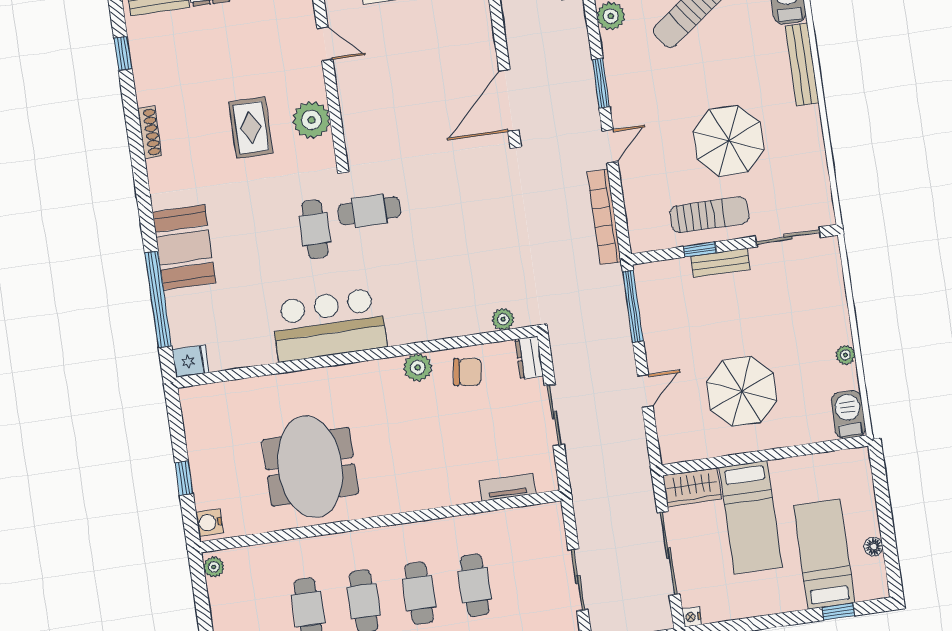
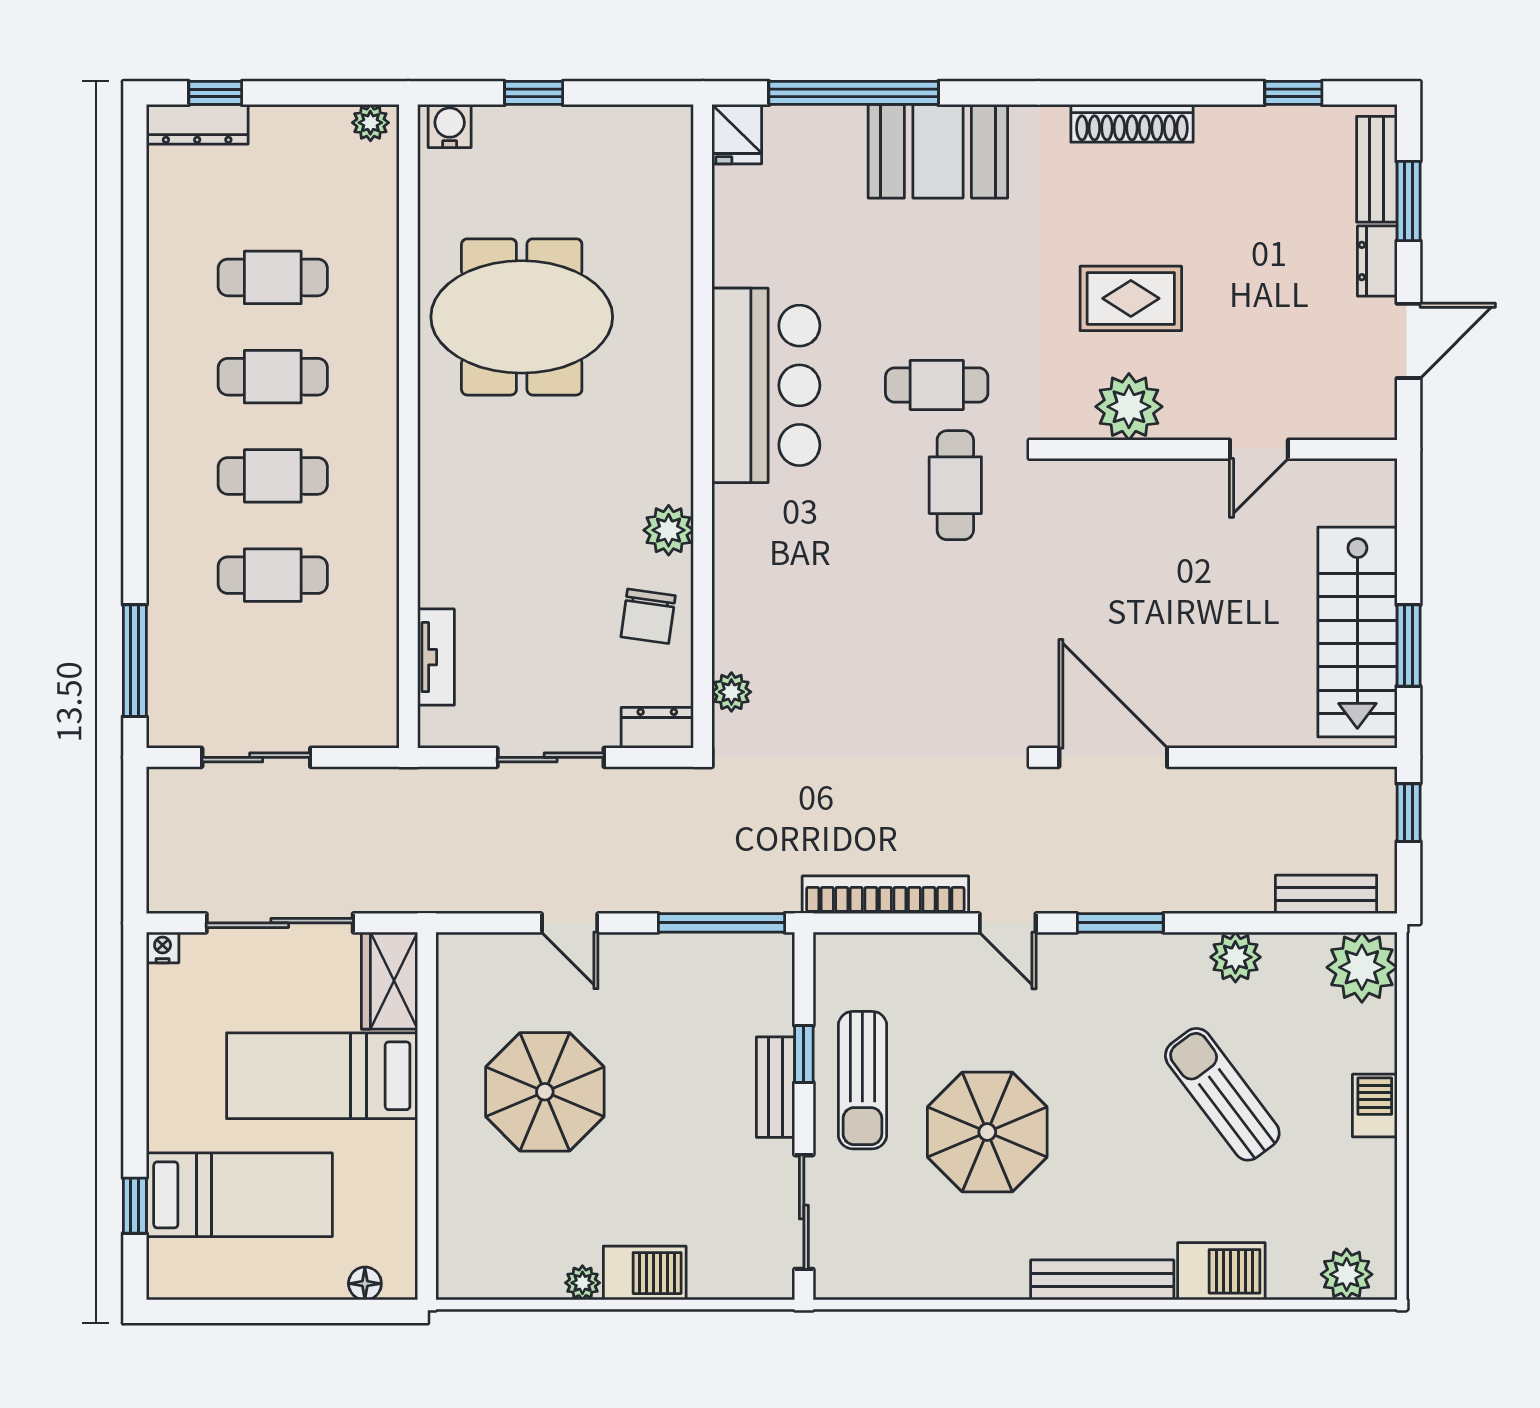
shoe rack: (149, 132) -> (1132, 123), width x1.36, depth x1.24
barbecue: (848, 415) -> (645, 1273), moved
floor lamp: (874, 547) -> (365, 1284), moved

